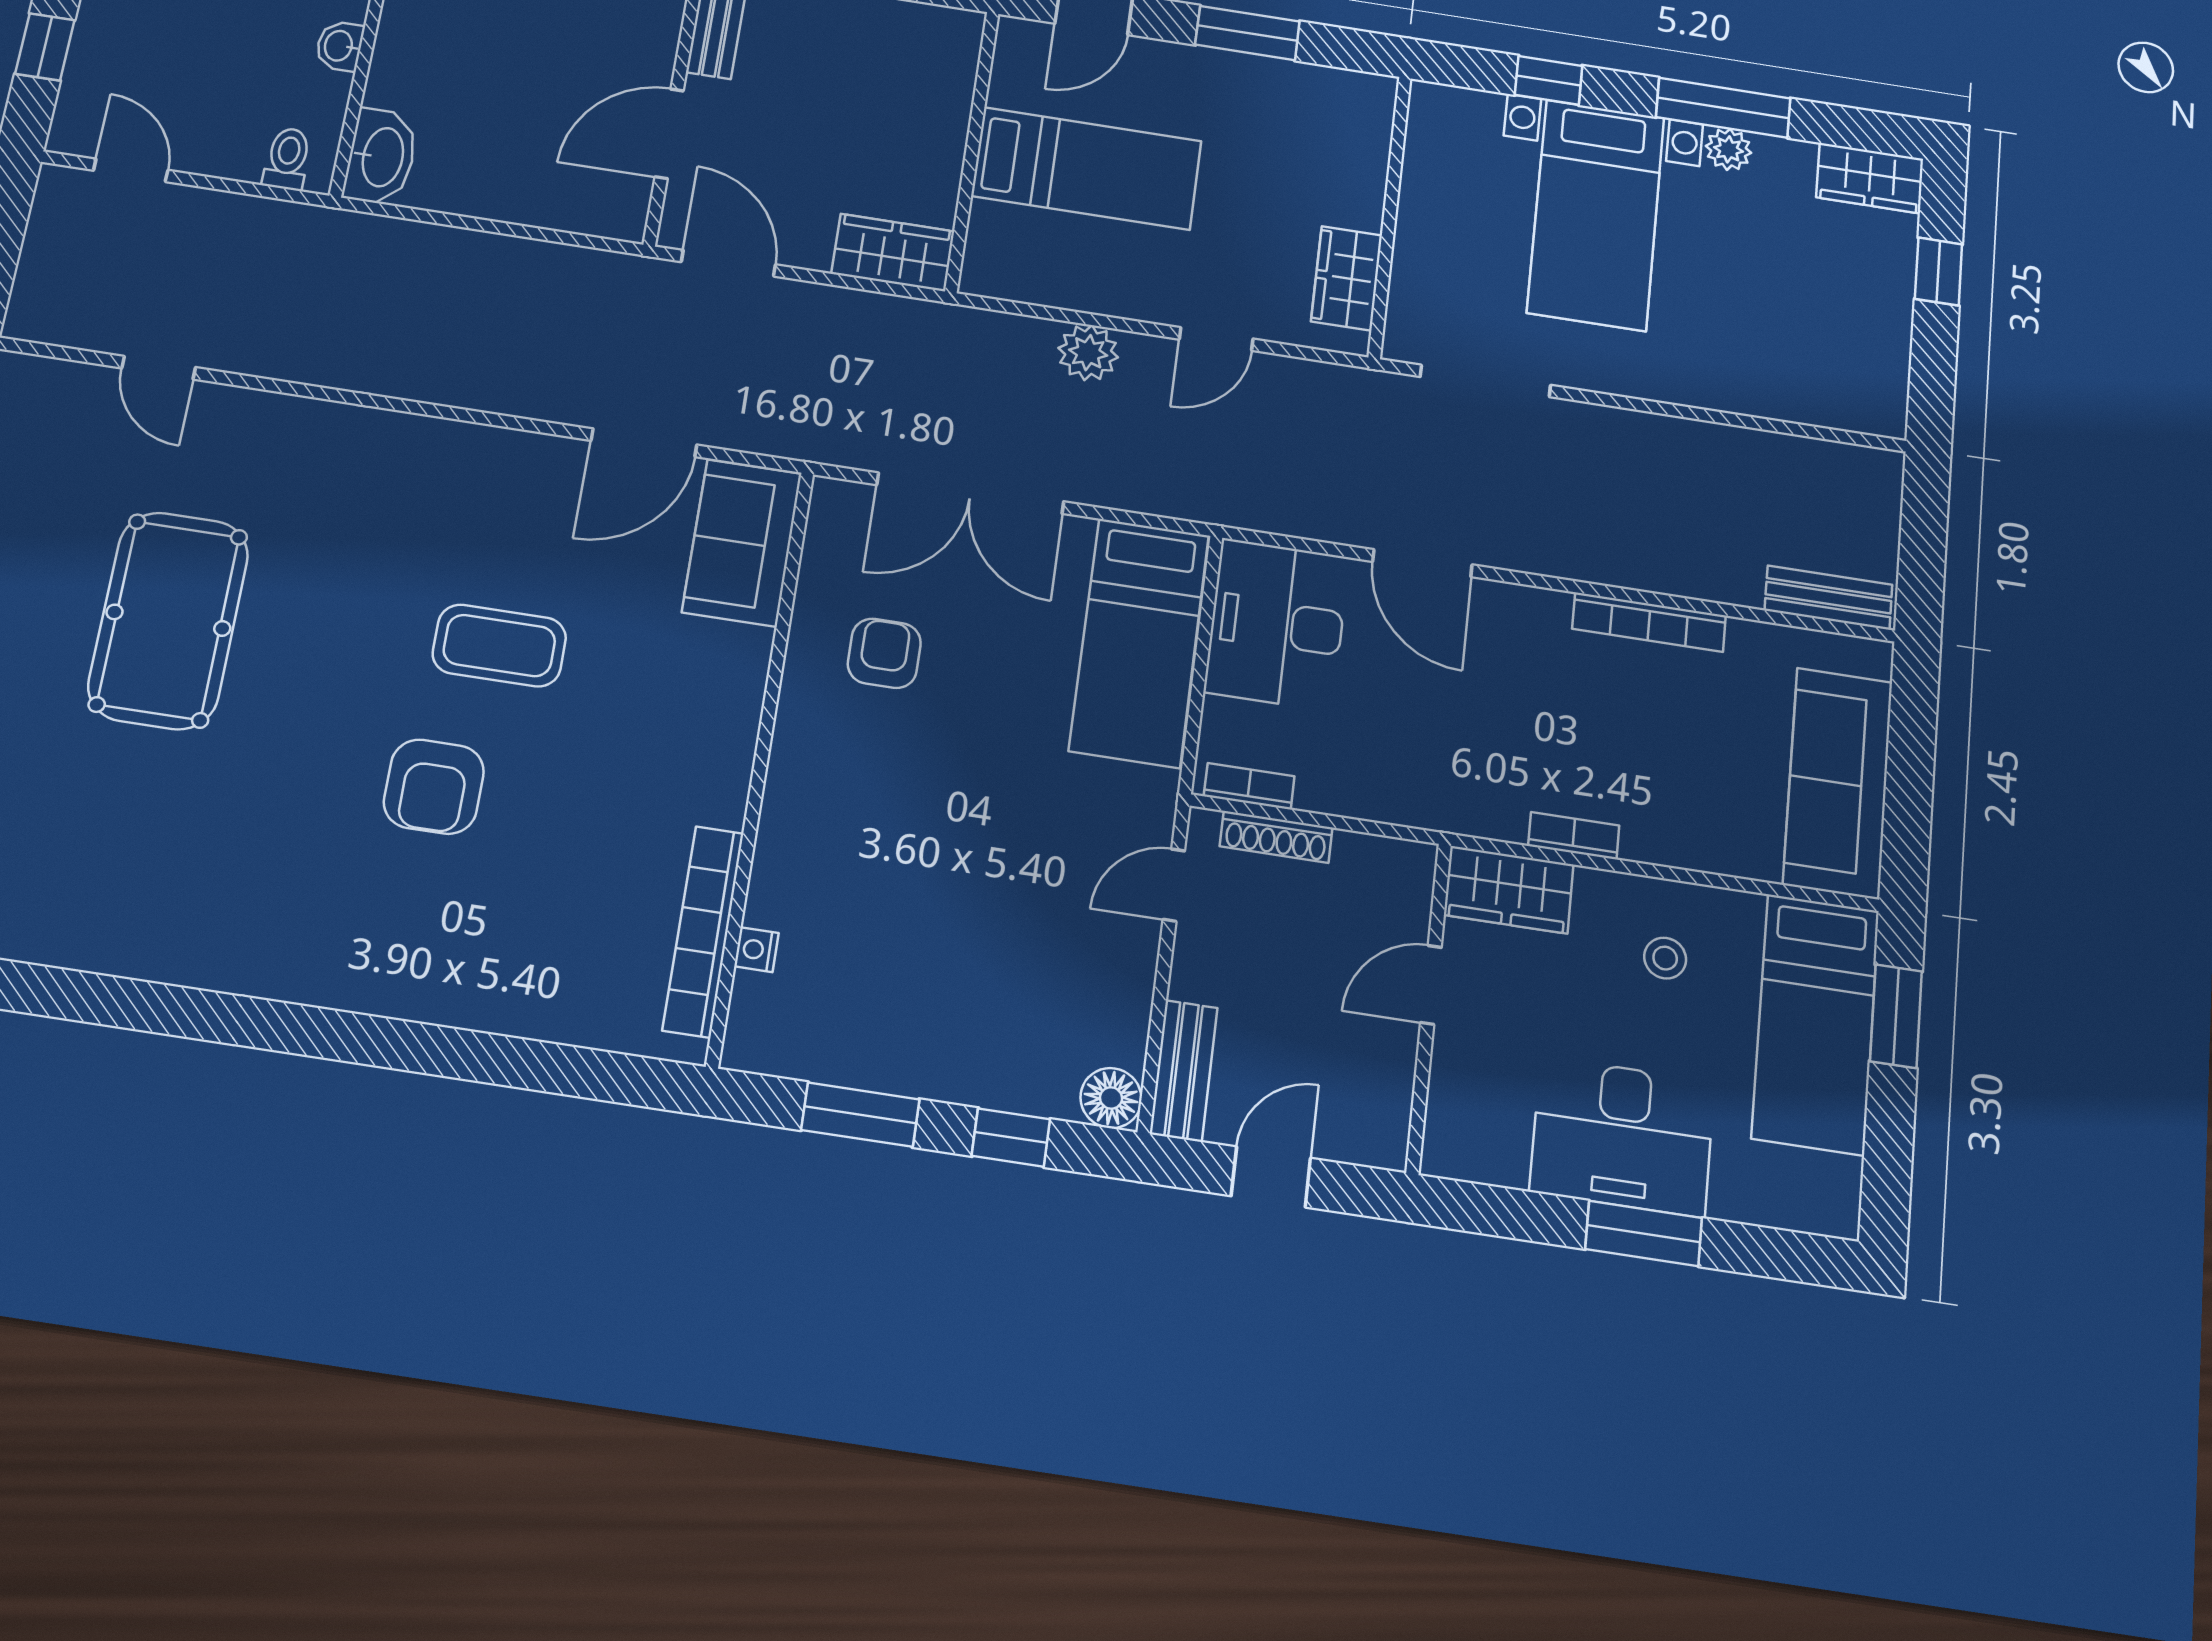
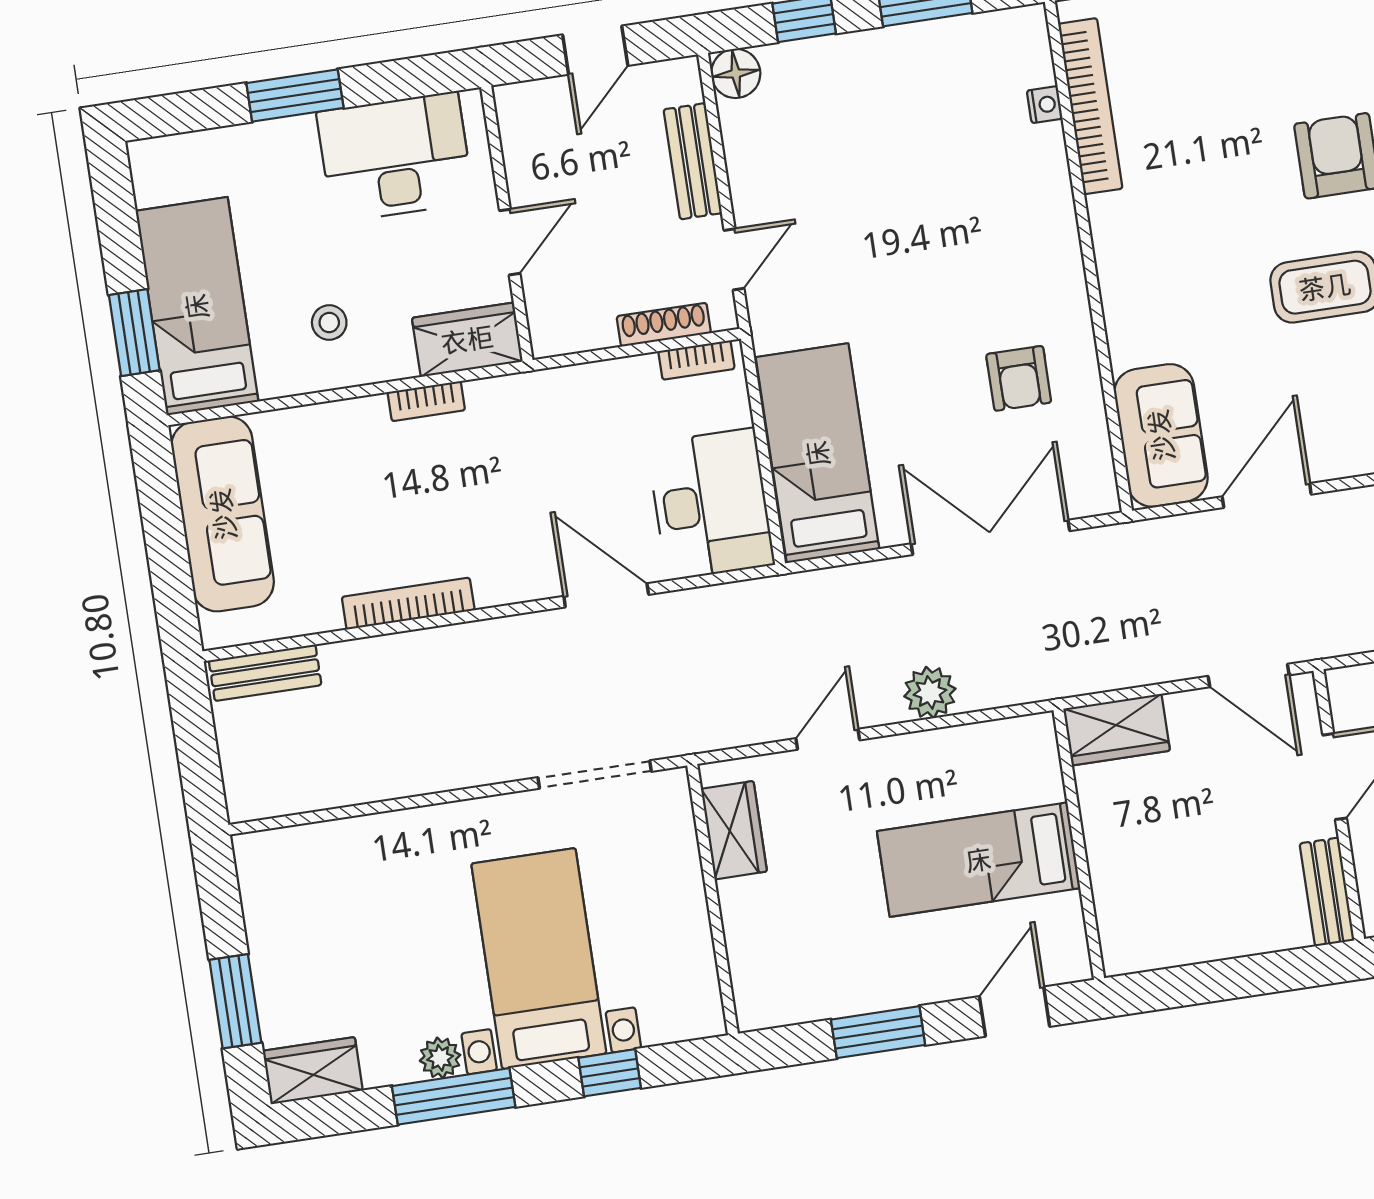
window: (1938, 271) -> (235, 1001), width x1.50
bench: (1184, 1071) -> (693, 161), moved
desk: (1622, 1137) -> (395, 157), moved

